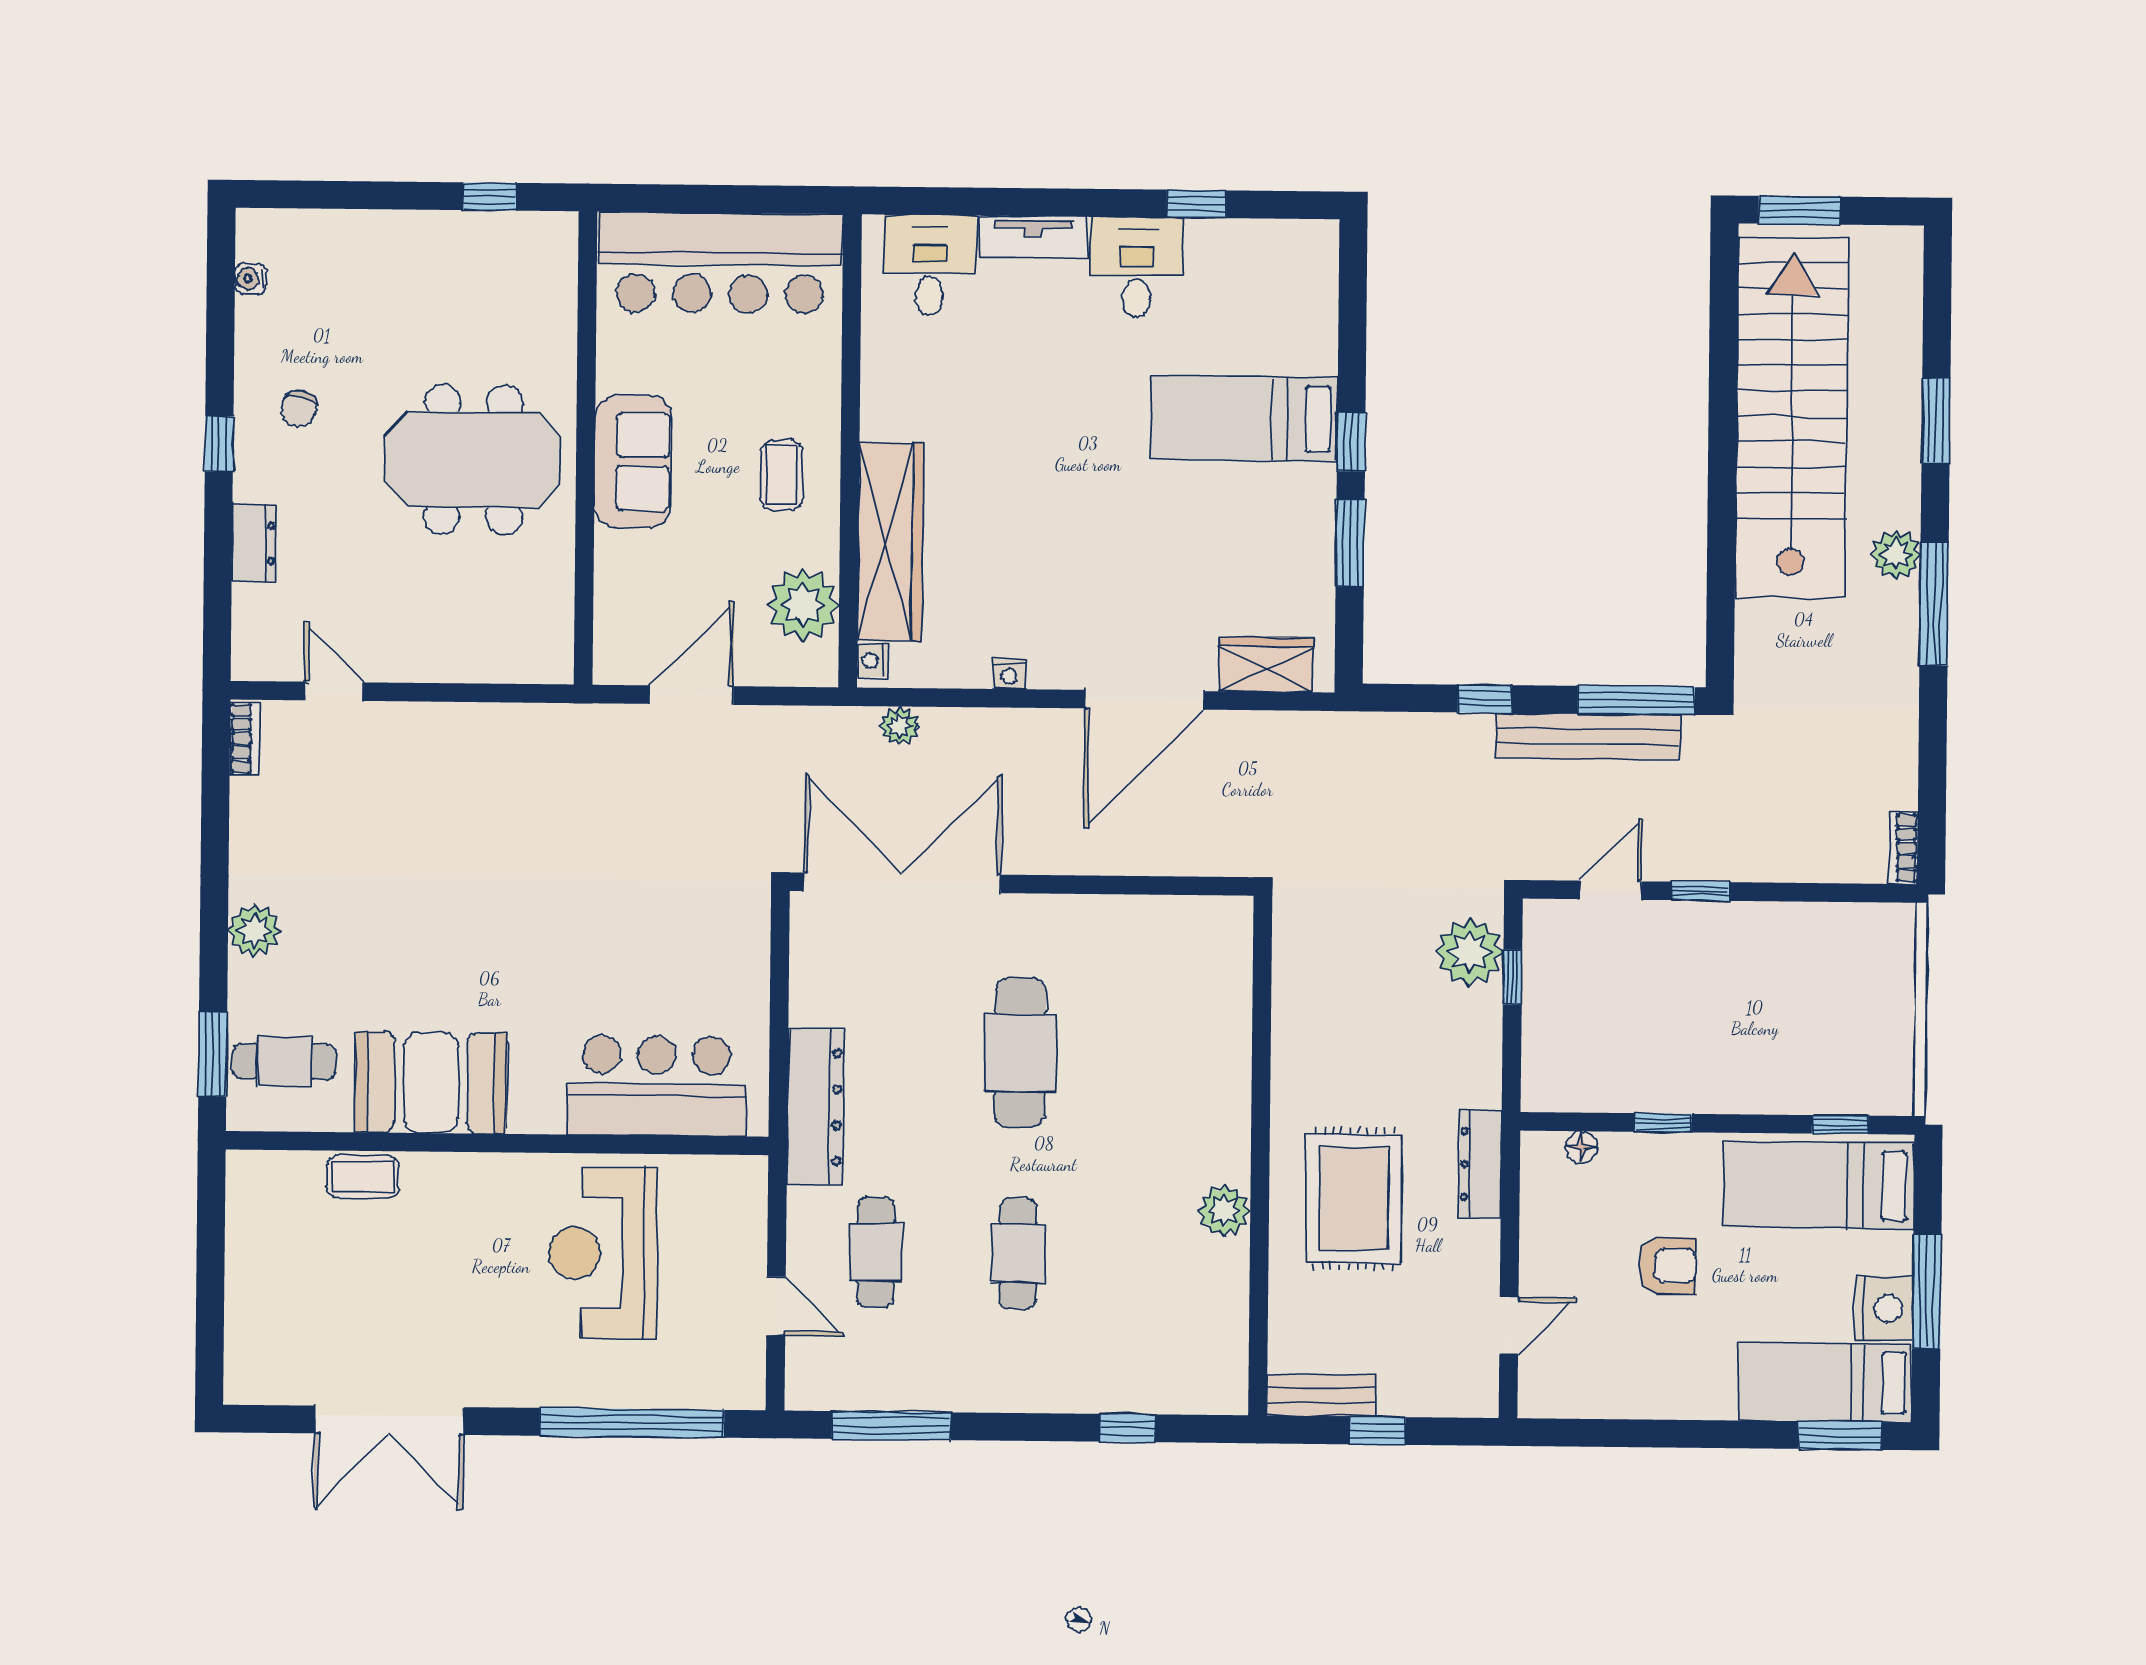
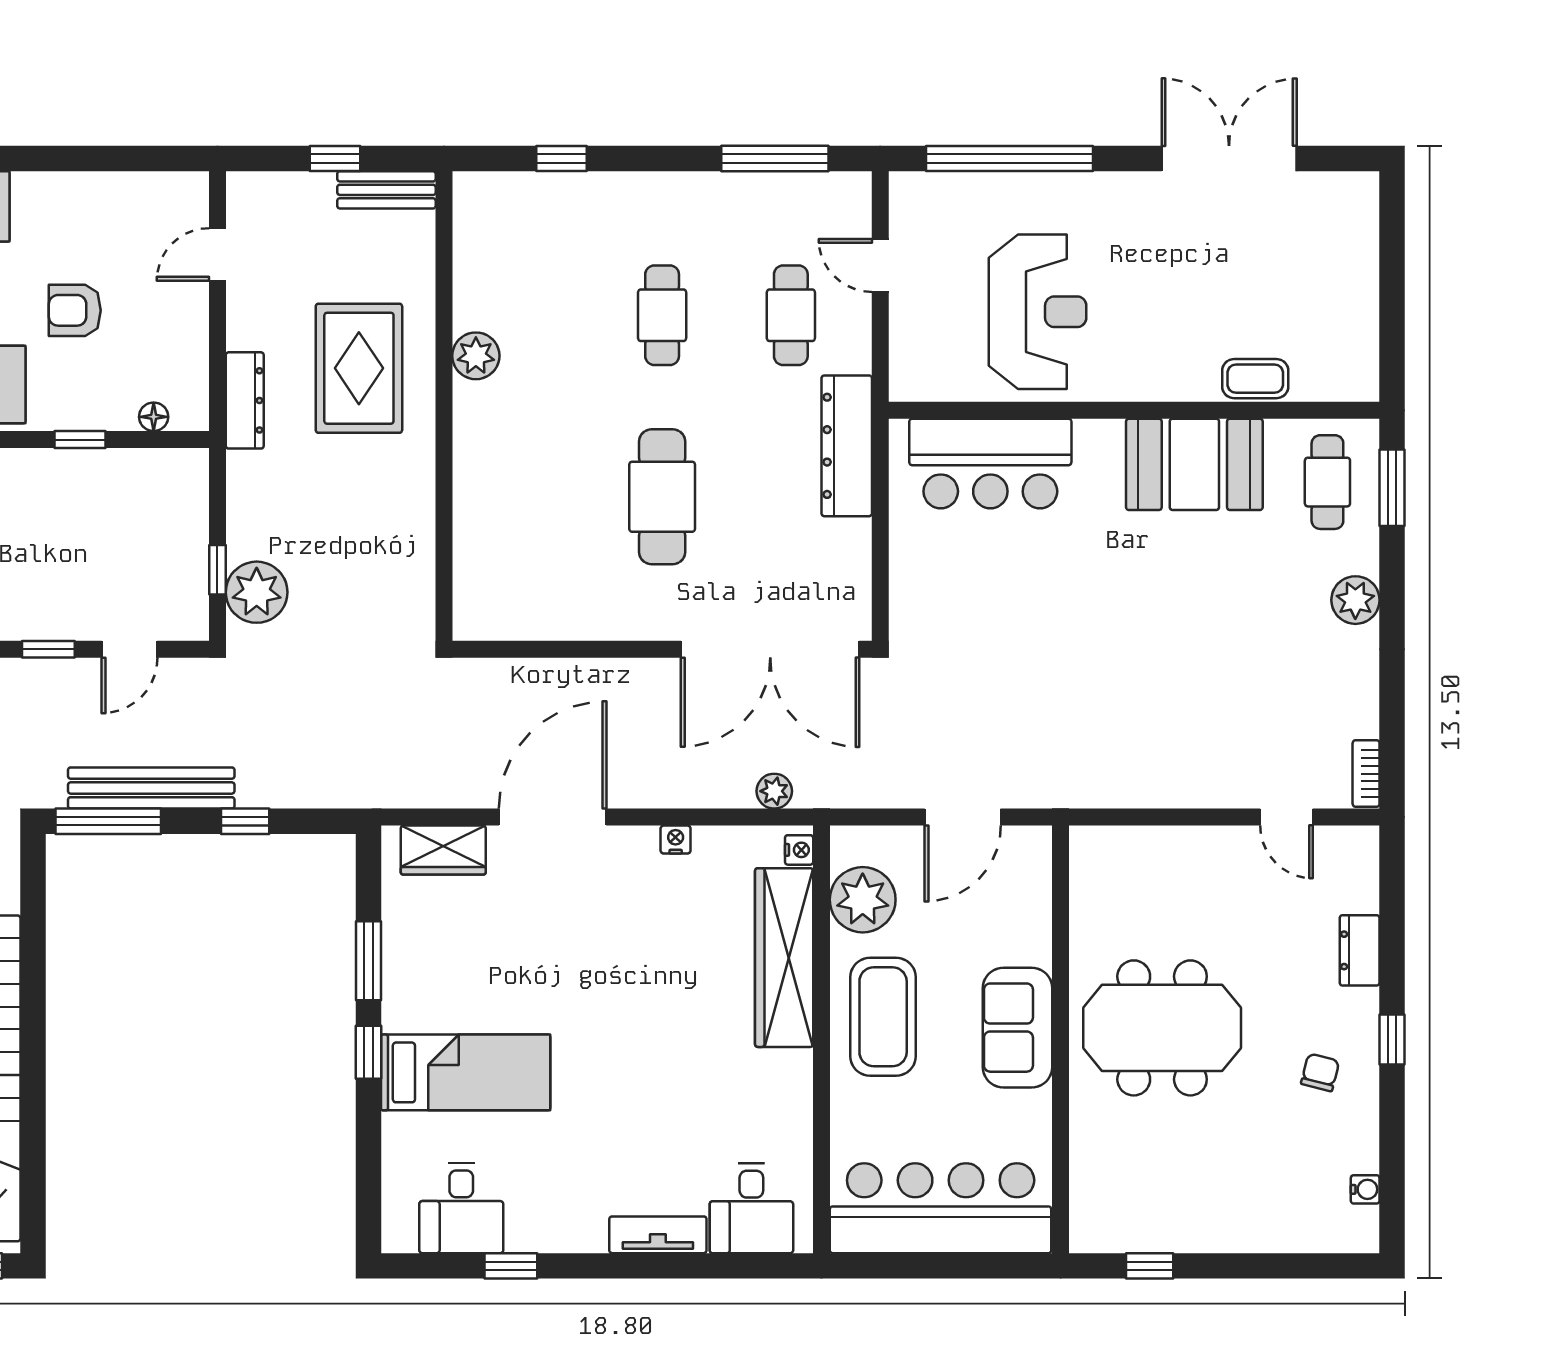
desk: (1136, 267) -> (461, 1208), moved
coffee table: (782, 475) -> (883, 1017), width x1.86, depth x1.72
cafe table: (284, 1061) -> (1327, 482), turned 90

